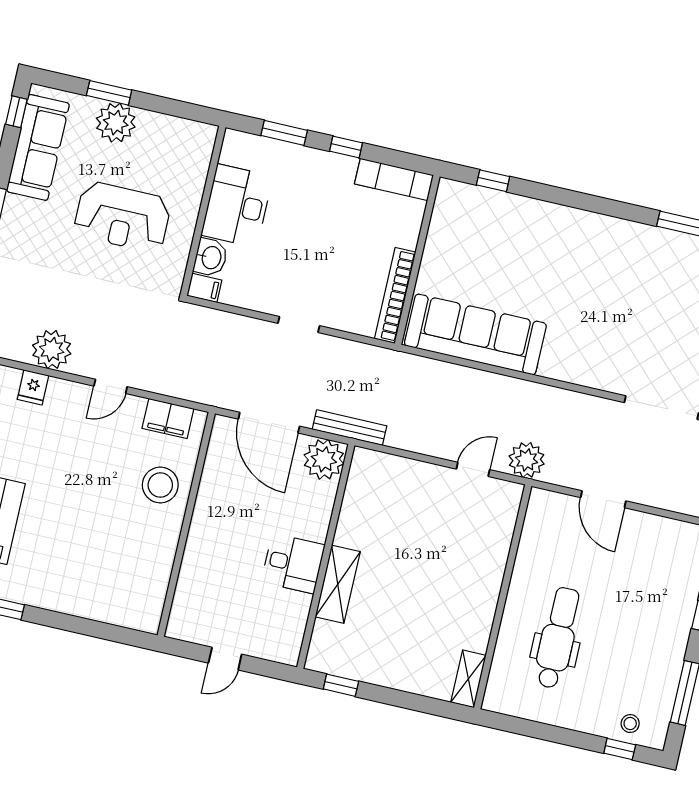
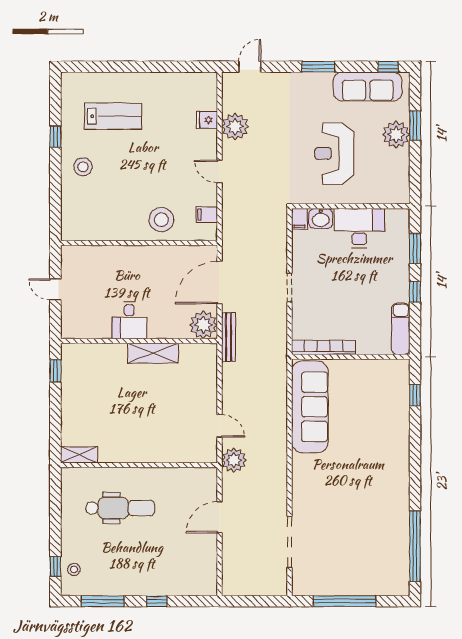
filing cabinet: (168, 418) -> (207, 215), width x0.50
stool: (59, 579) -> (83, 167), added
shelving: (338, 584) -> (153, 353), moved

